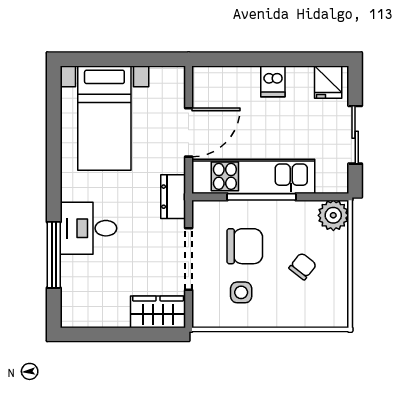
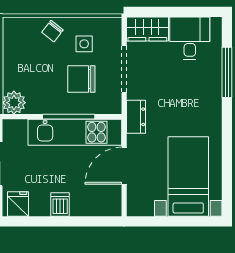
desk: (88, 228) -> (190, 38), moved, turned -90
chair: (303, 266) -> (52, 31), moved

